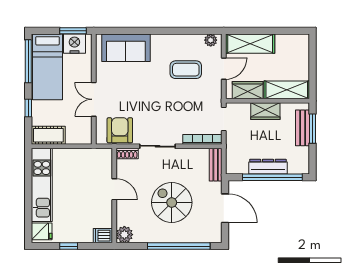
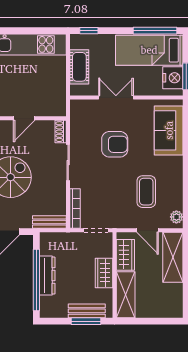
window: (28, 108) -> (89, 31), moved
armchair: (120, 130) -> (115, 144), moved
cot: (48, 135) -> (79, 67), moved

